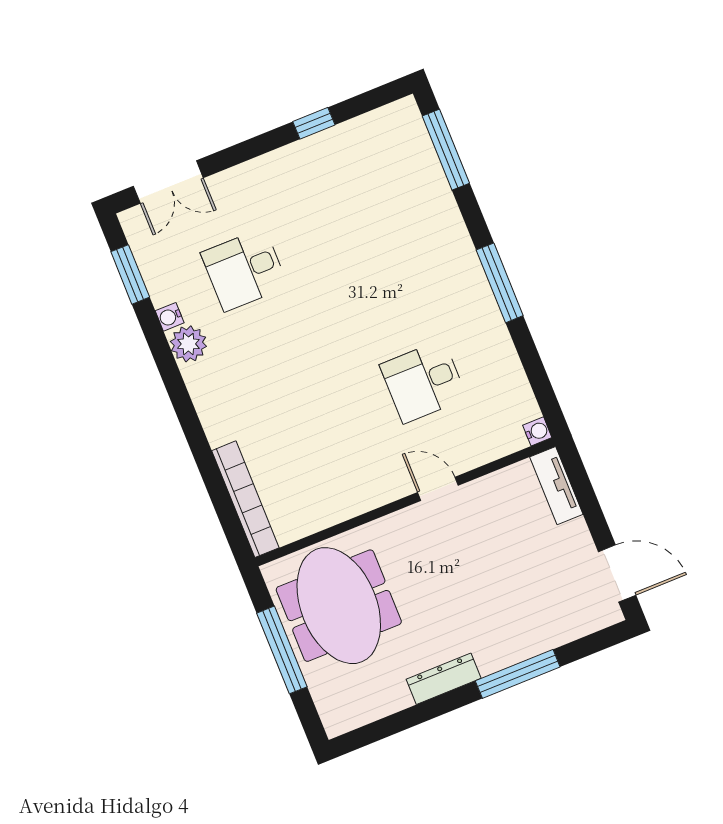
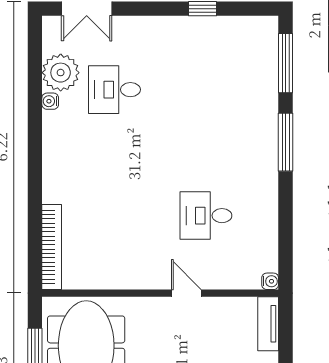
window: (130, 274) -> (35, 61), removed
window: (500, 283) -> (286, 142), moved
plant: (188, 344) -> (61, 73), moved, width x1.36, depth x1.36

